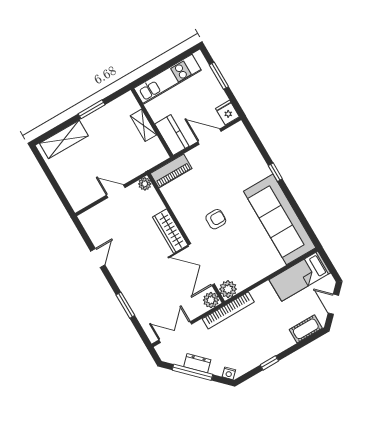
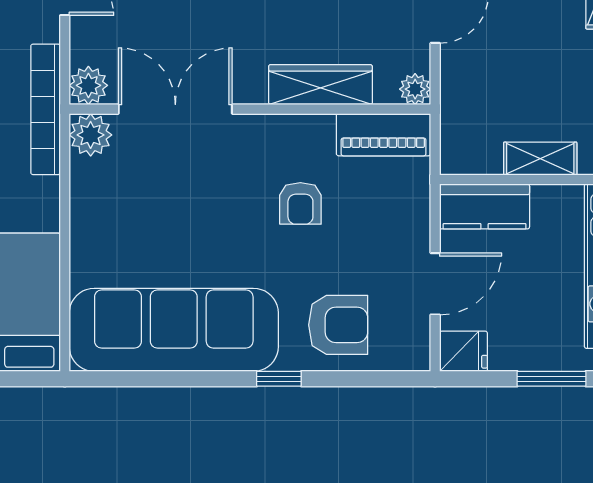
armchair: (244, 162) -> (338, 325), added
piano: (171, 171) -> (384, 135), moved, turned -90
armchair: (216, 219) -> (300, 203), moved
wardrobe: (170, 231) -> (320, 85), moved

